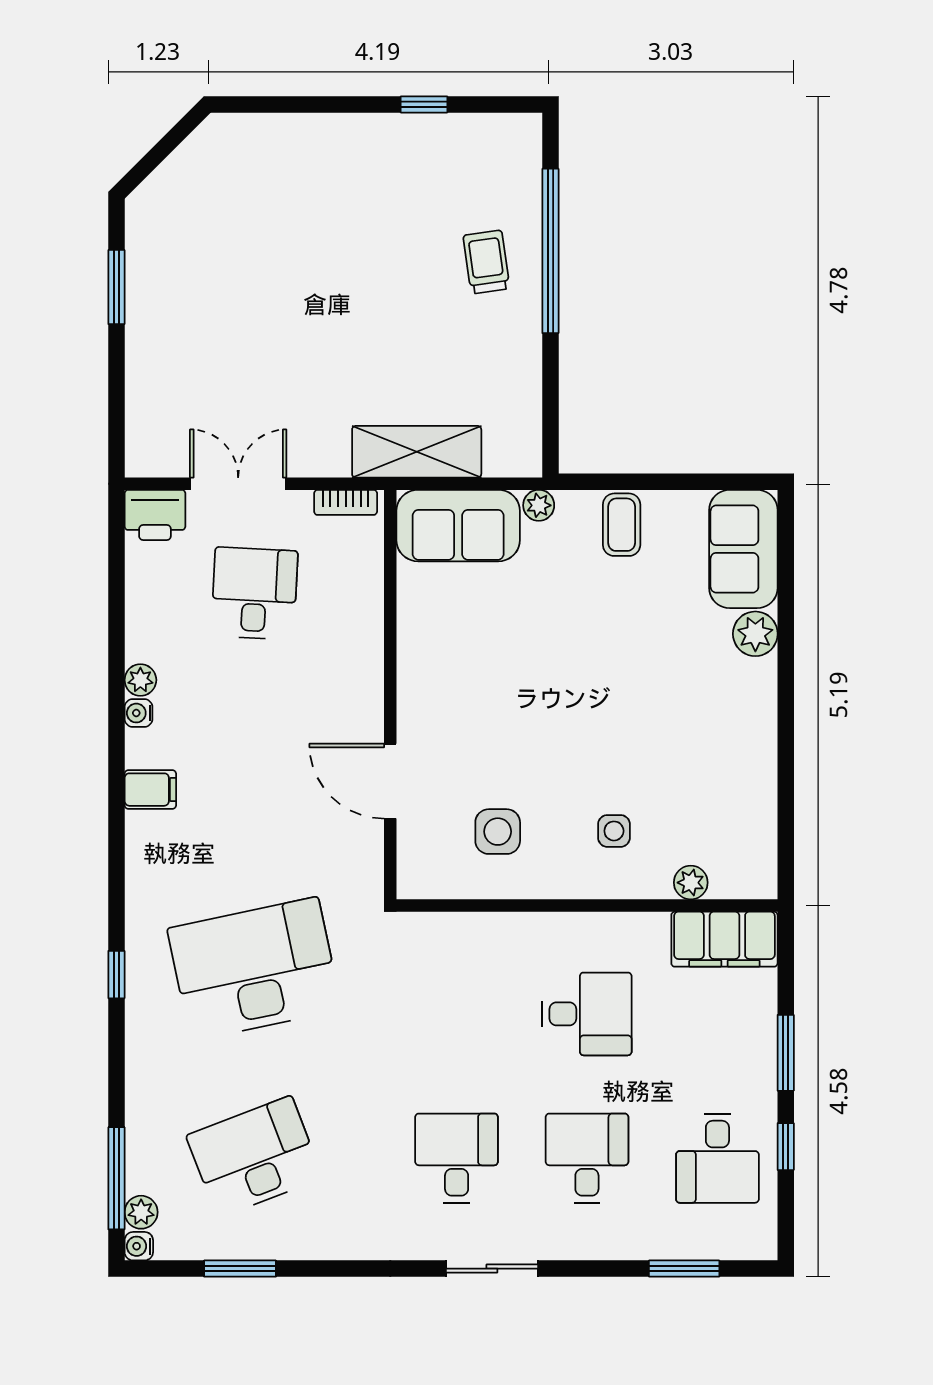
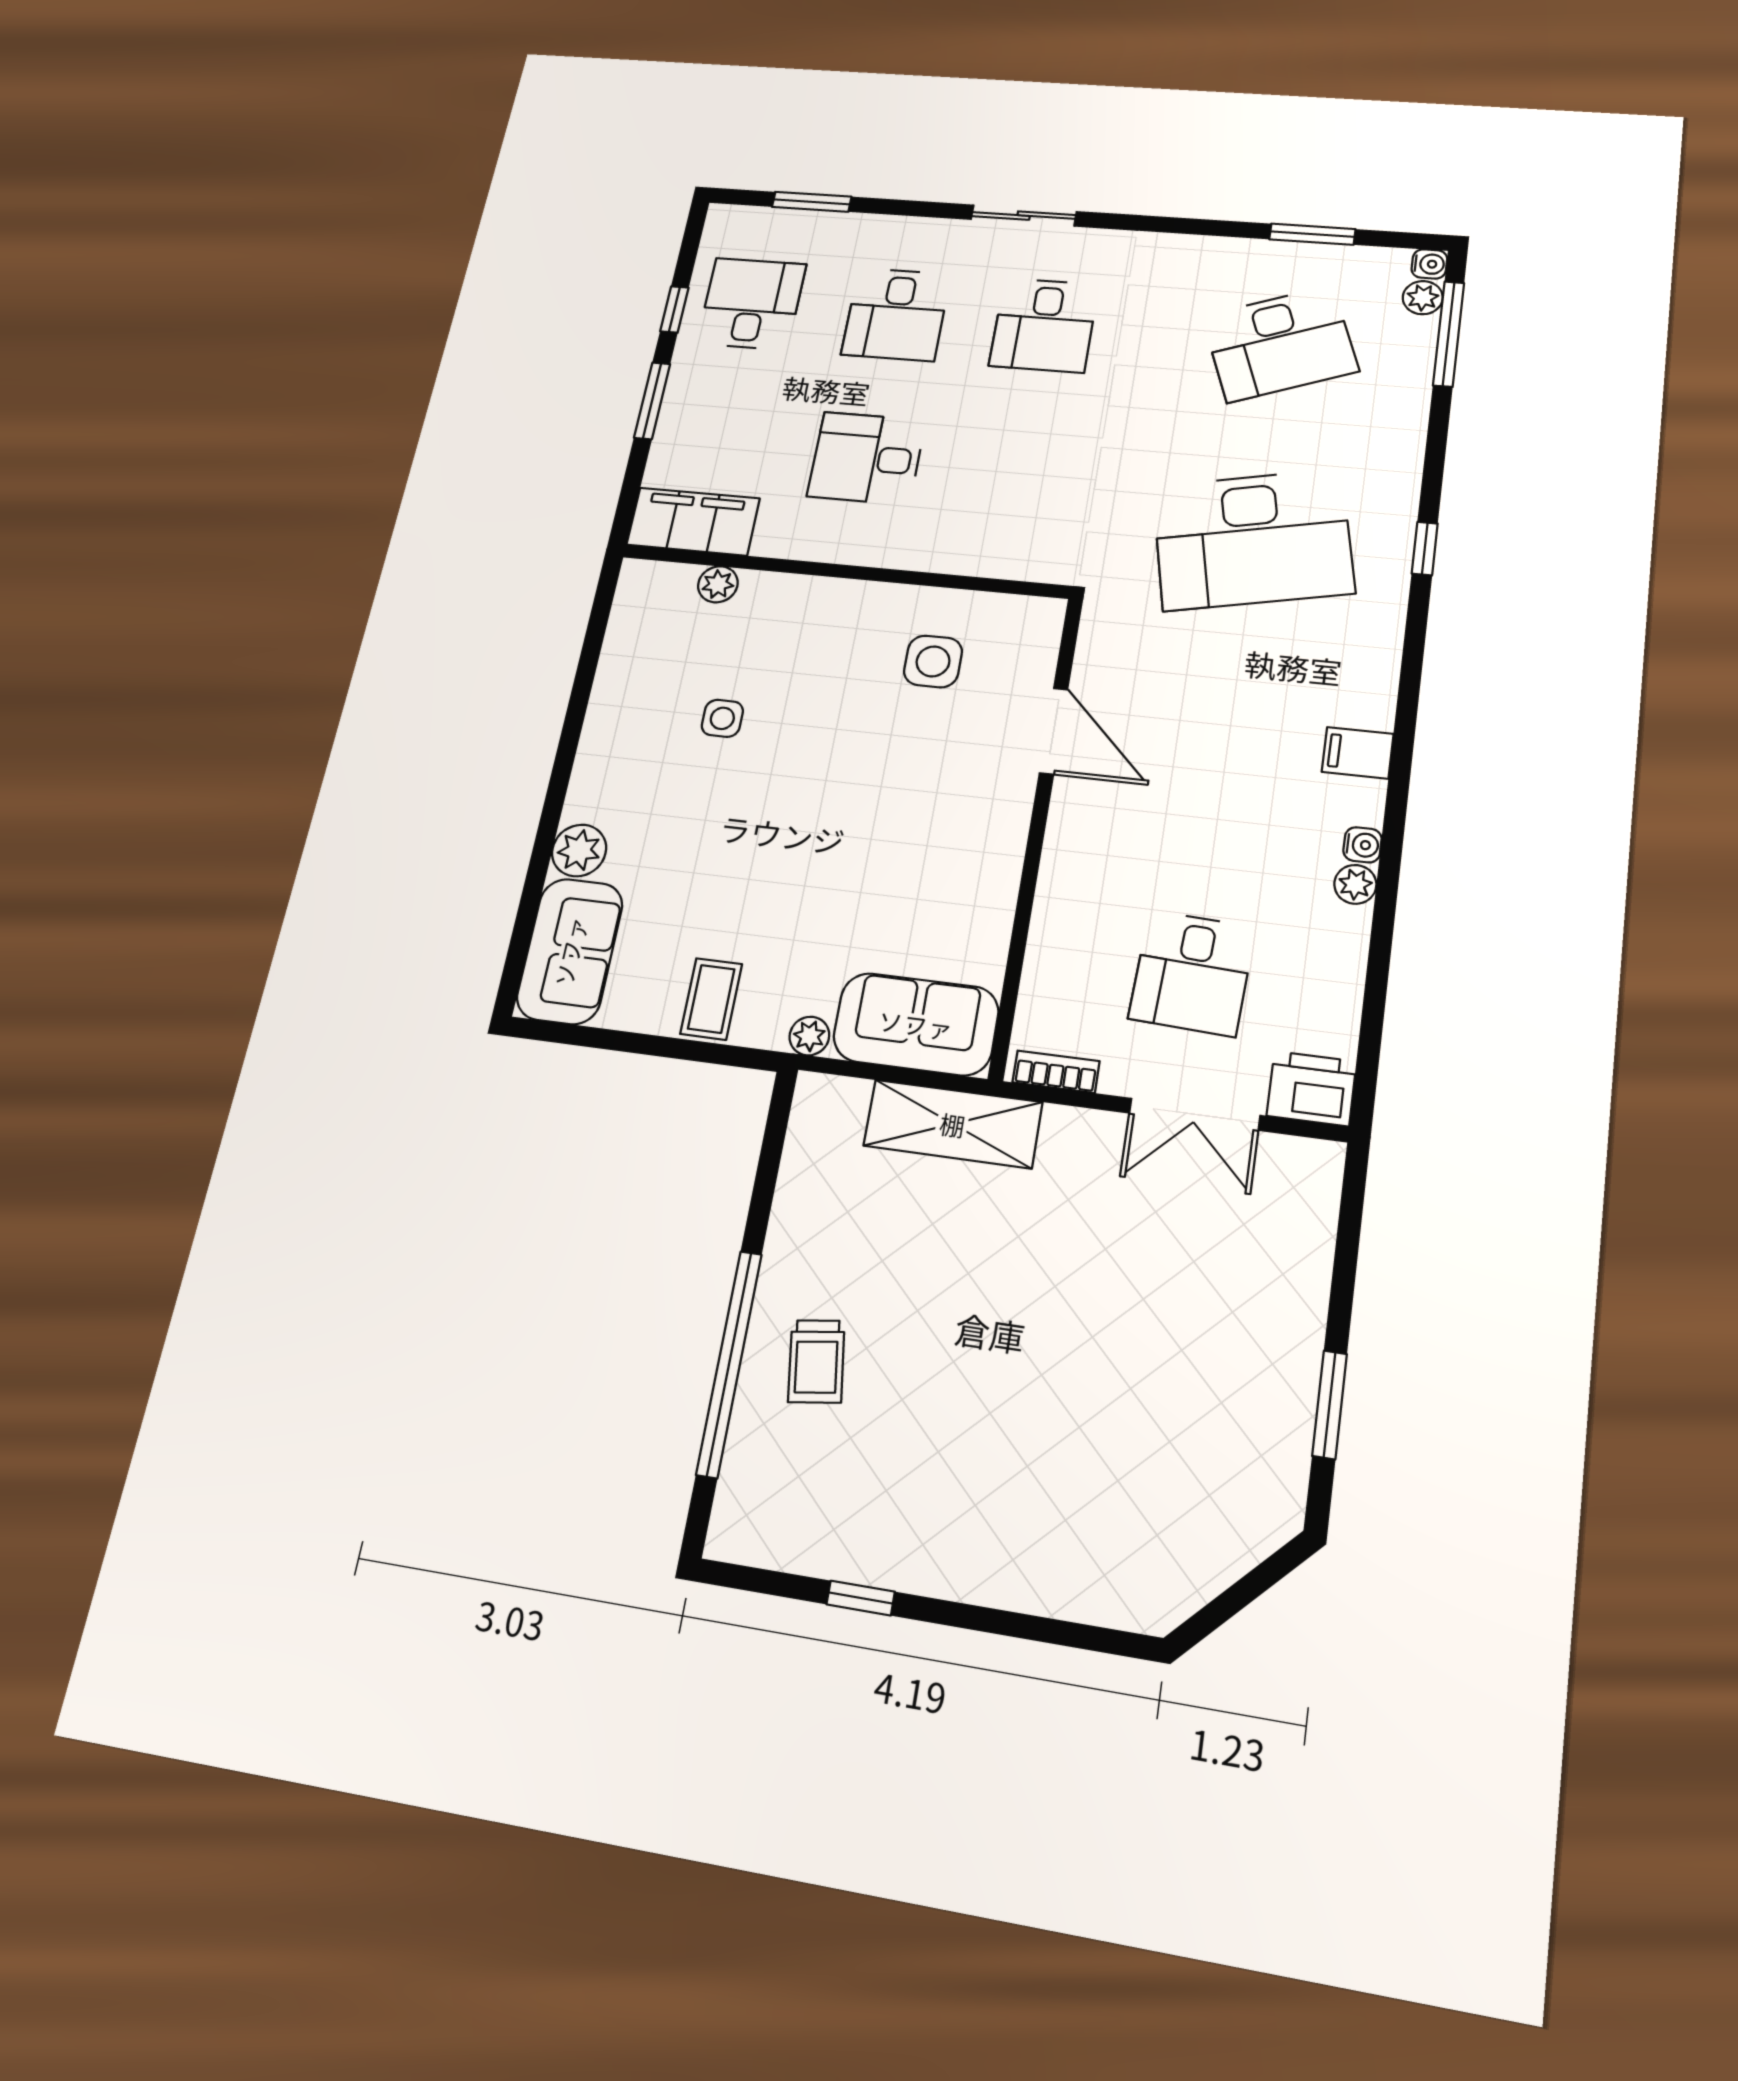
side table: (614, 831) -> (722, 718), moved

